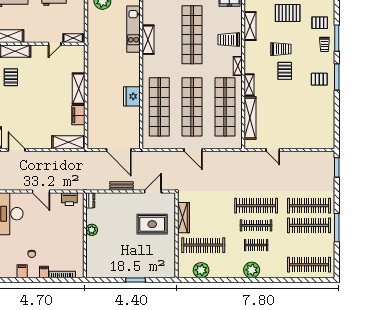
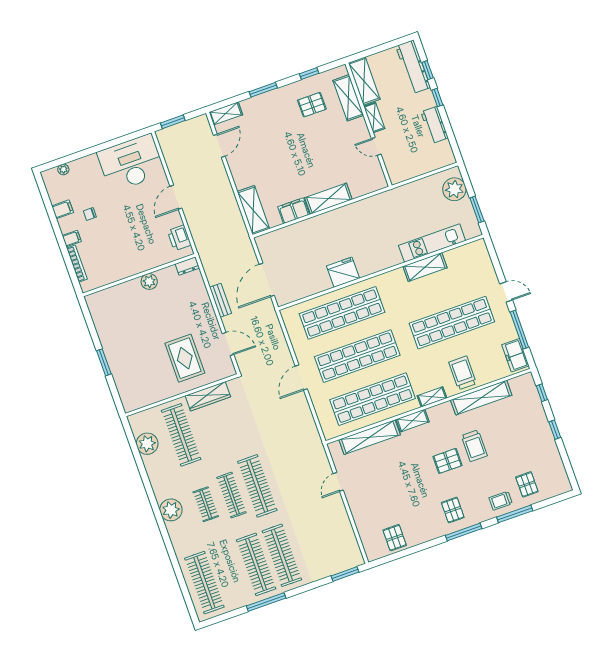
pallet: (288, 13) -> (395, 538), moved, width x0.67, depth x0.71
shelving: (250, 26) -> (481, 398), width x1.47
shelving: (73, 38) -> (374, 117), moved

